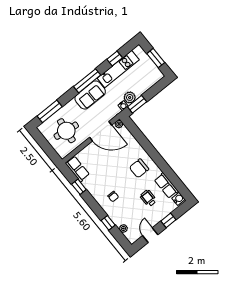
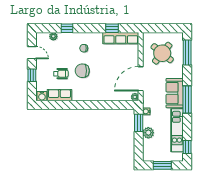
window: (115, 58) -> (187, 147), moved
plant: (130, 97) -> (148, 133), moved
round table: (66, 131) -> (162, 53), turned 31
chair: (139, 168) -> (82, 71), moved, turned -90
row of seats: (77, 169) -> (121, 38), width x1.48

